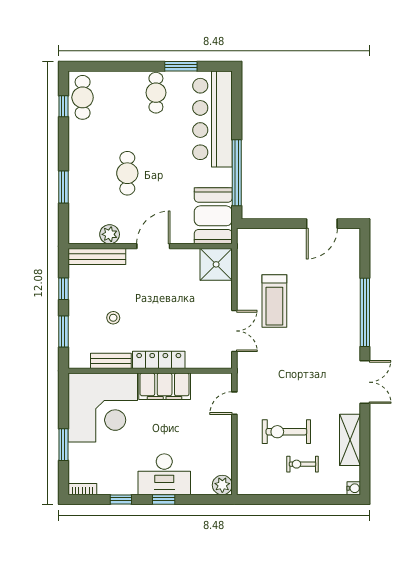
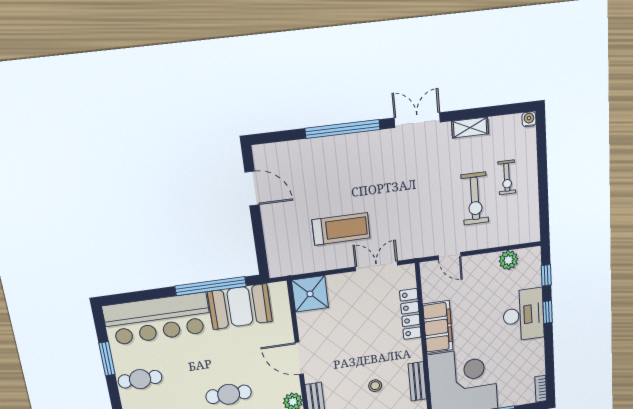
booth: (213, 216) -> (240, 307), moved
locker: (159, 360) -> (410, 314), moved
shelving: (350, 440) -> (470, 128), width x0.67, depth x0.75
plant: (222, 485) -> (508, 260), moved
window: (121, 499) -> (546, 275), moved

